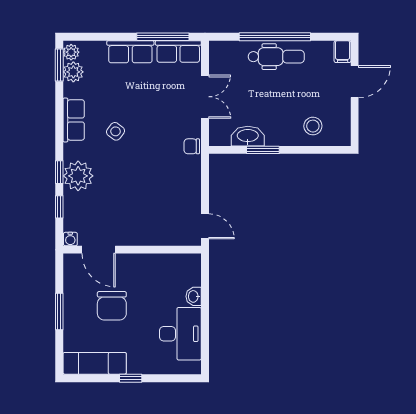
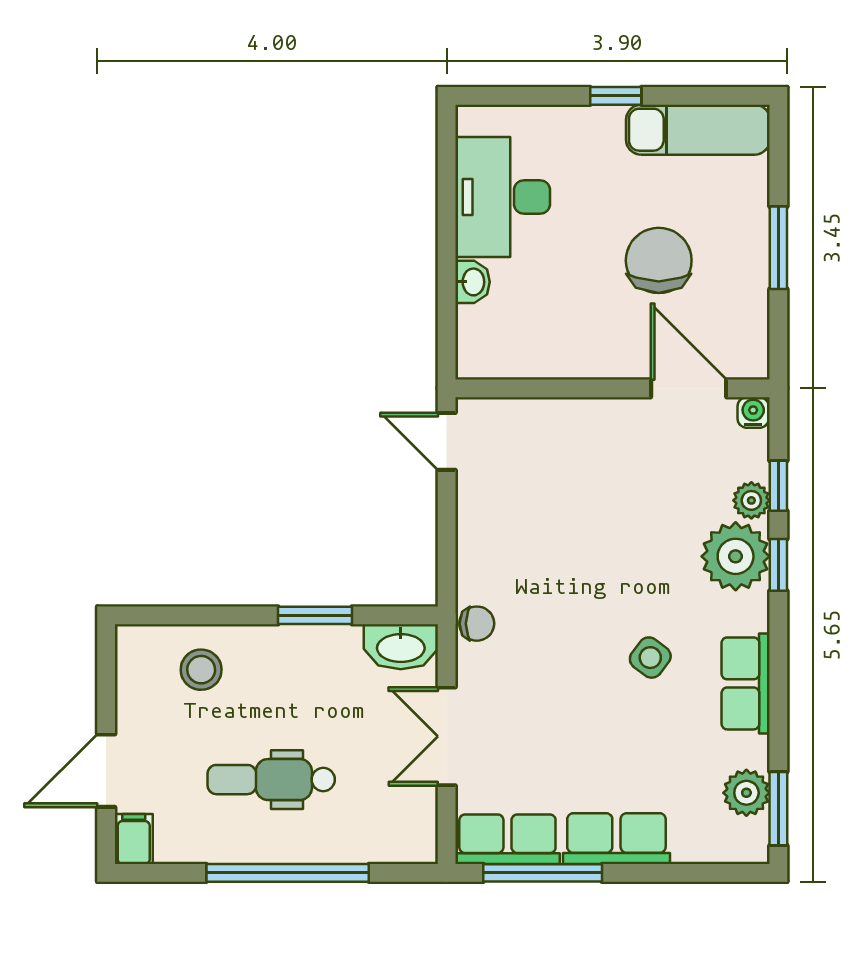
plant: (71, 52) -> (751, 500), moved
dental chair: (276, 57) -> (271, 780), moved
washbasin: (248, 136) -> (401, 647), moved

